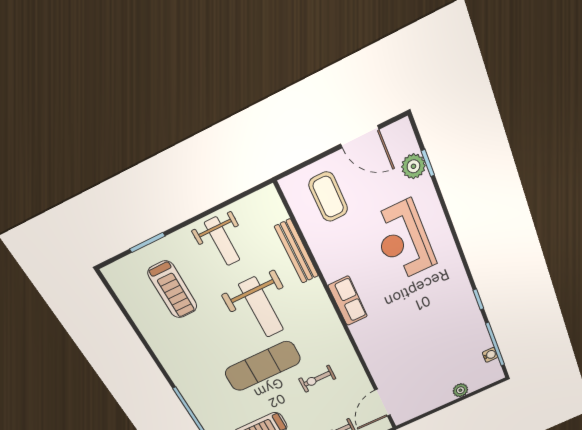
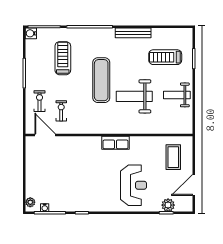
coffee table: (328, 197) -> (173, 157), turned 90
reception desk: (403, 241) -> (134, 185), turned 90
bench: (297, 251) -> (133, 33), moved
exercise bike: (317, 379) -> (61, 111), moved
plant: (460, 390) -> (30, 202), moved

